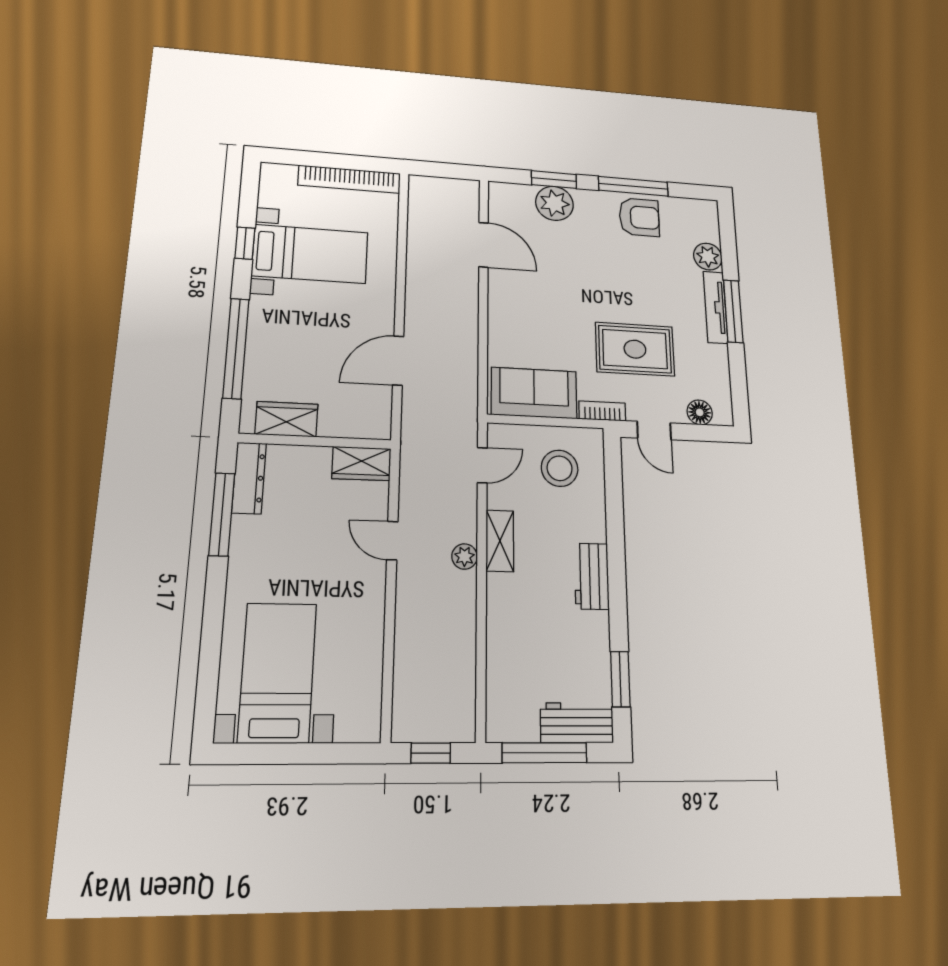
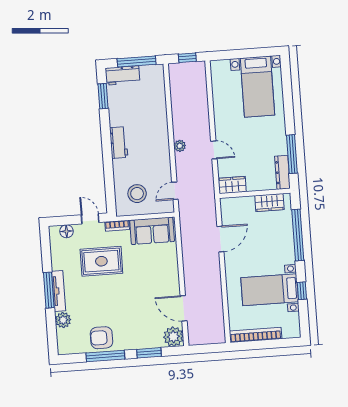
plant: (555, 203) -> (173, 337), moved
shelving: (500, 541) -> (164, 155), removed

